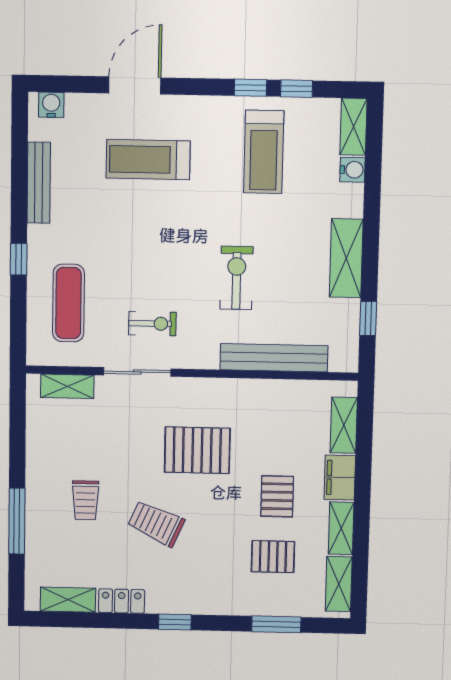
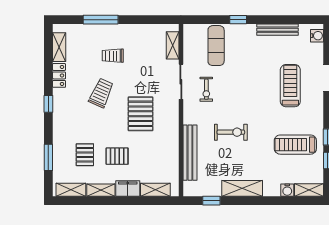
exercise mat: (68, 303) -> (216, 46), turned 90

